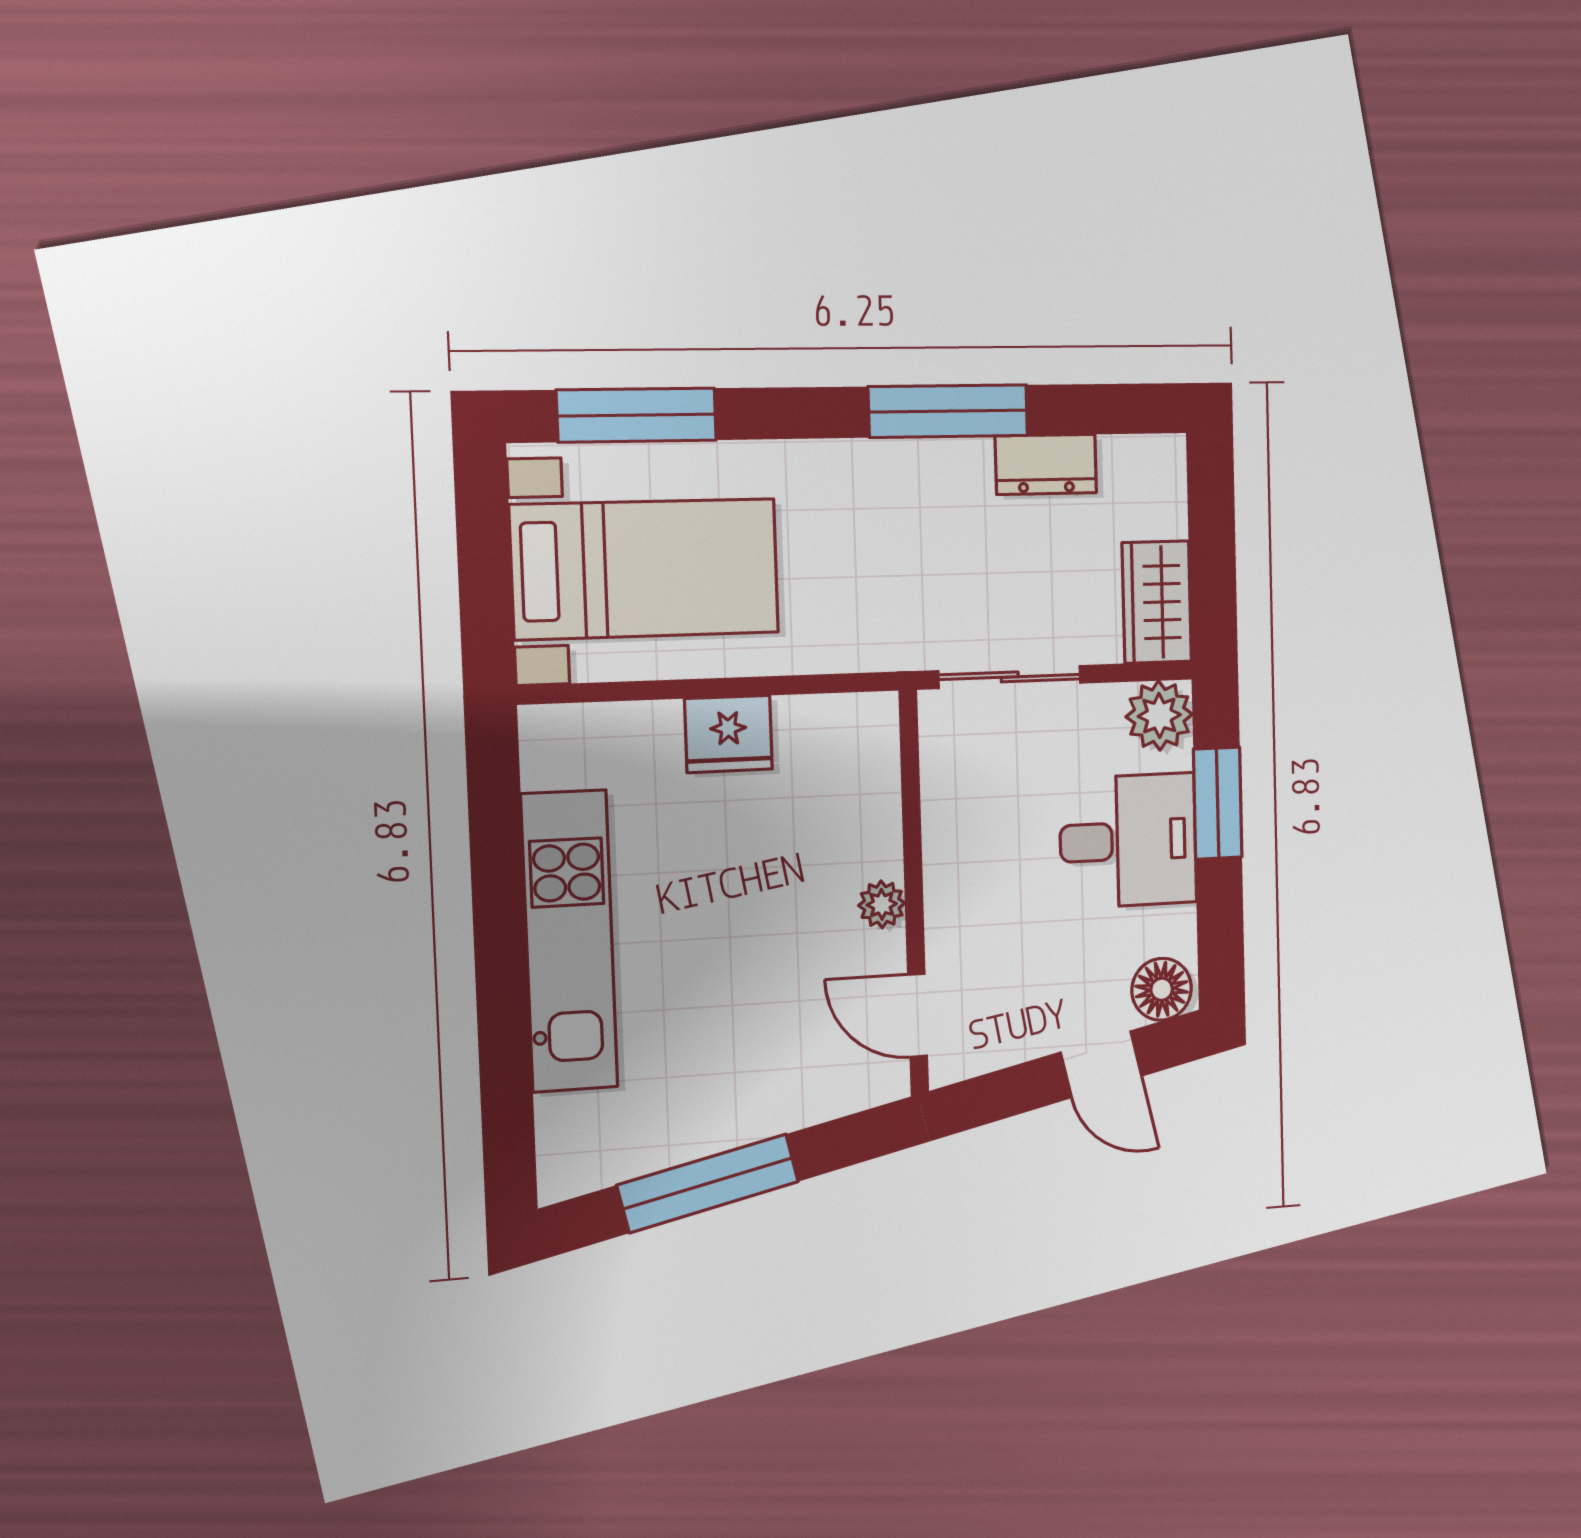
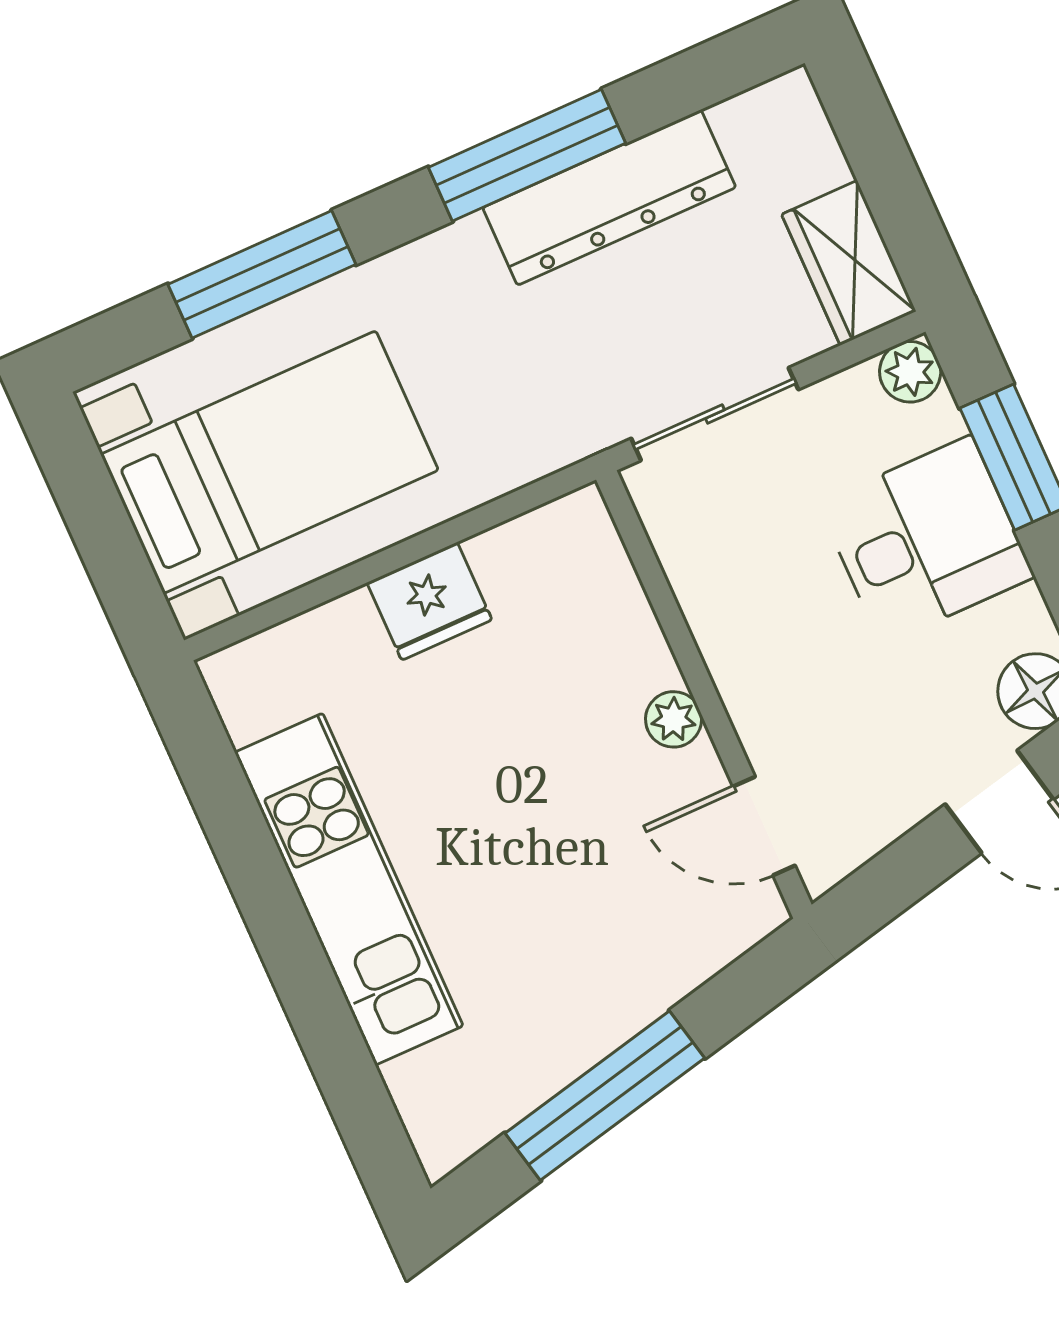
window: (637, 415) -> (262, 274), moved
dresser: (1046, 464) -> (609, 197), width x1.96, depth x1.24
plant: (1159, 716) -> (910, 372), width x0.73, depth x0.73

